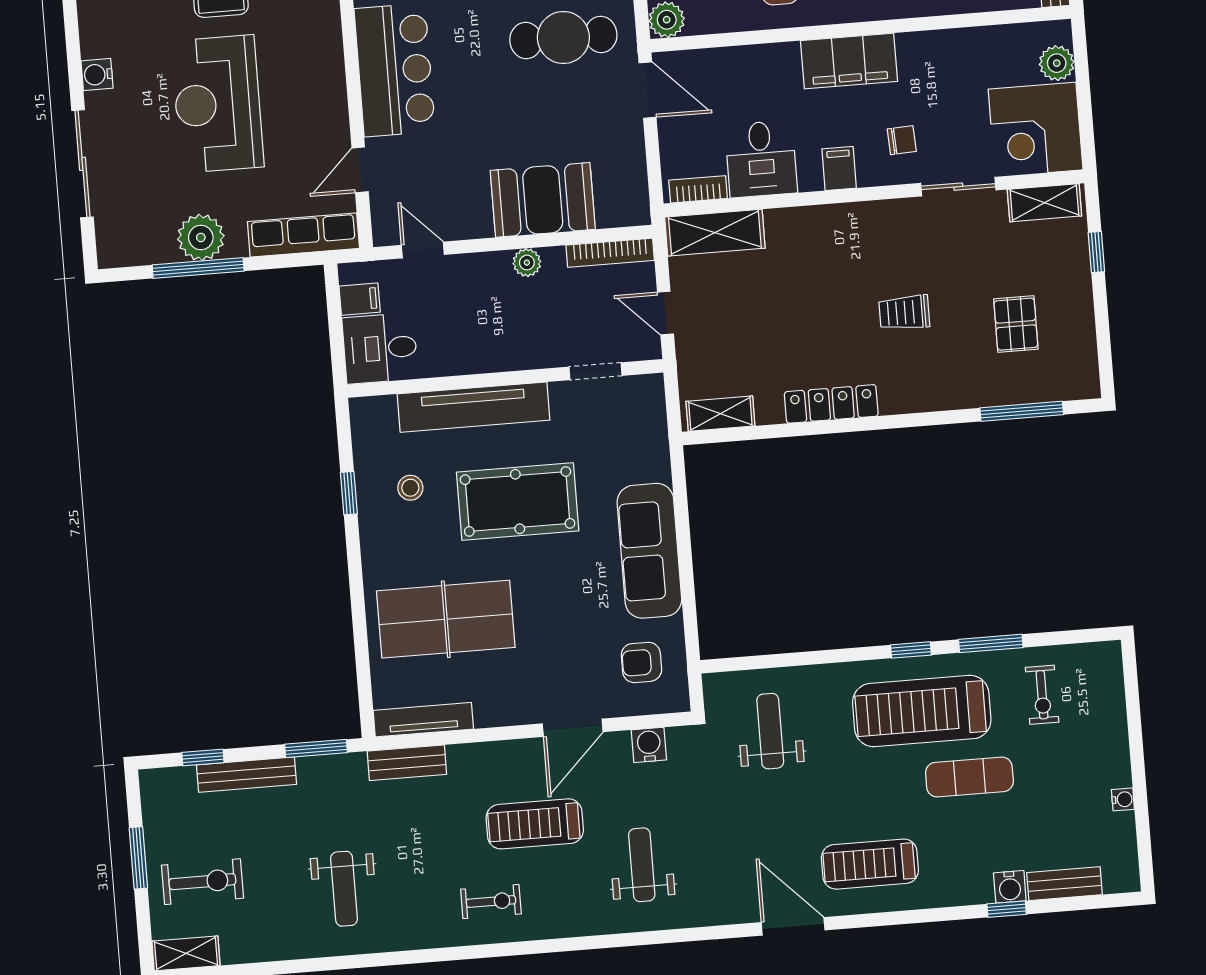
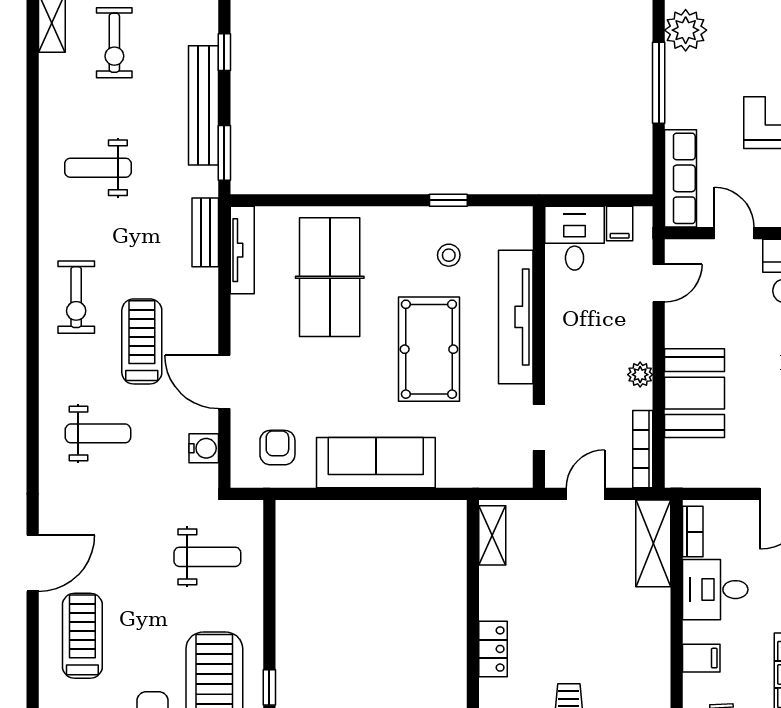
plant: (201, 237) -> (686, 30), moved
locker: (831, 404) -> (493, 649), width x0.66
bench: (246, 775) -> (204, 105), width x1.37, depth x1.21
exercise bike: (491, 902) -> (76, 297), width x1.38, depth x1.39

